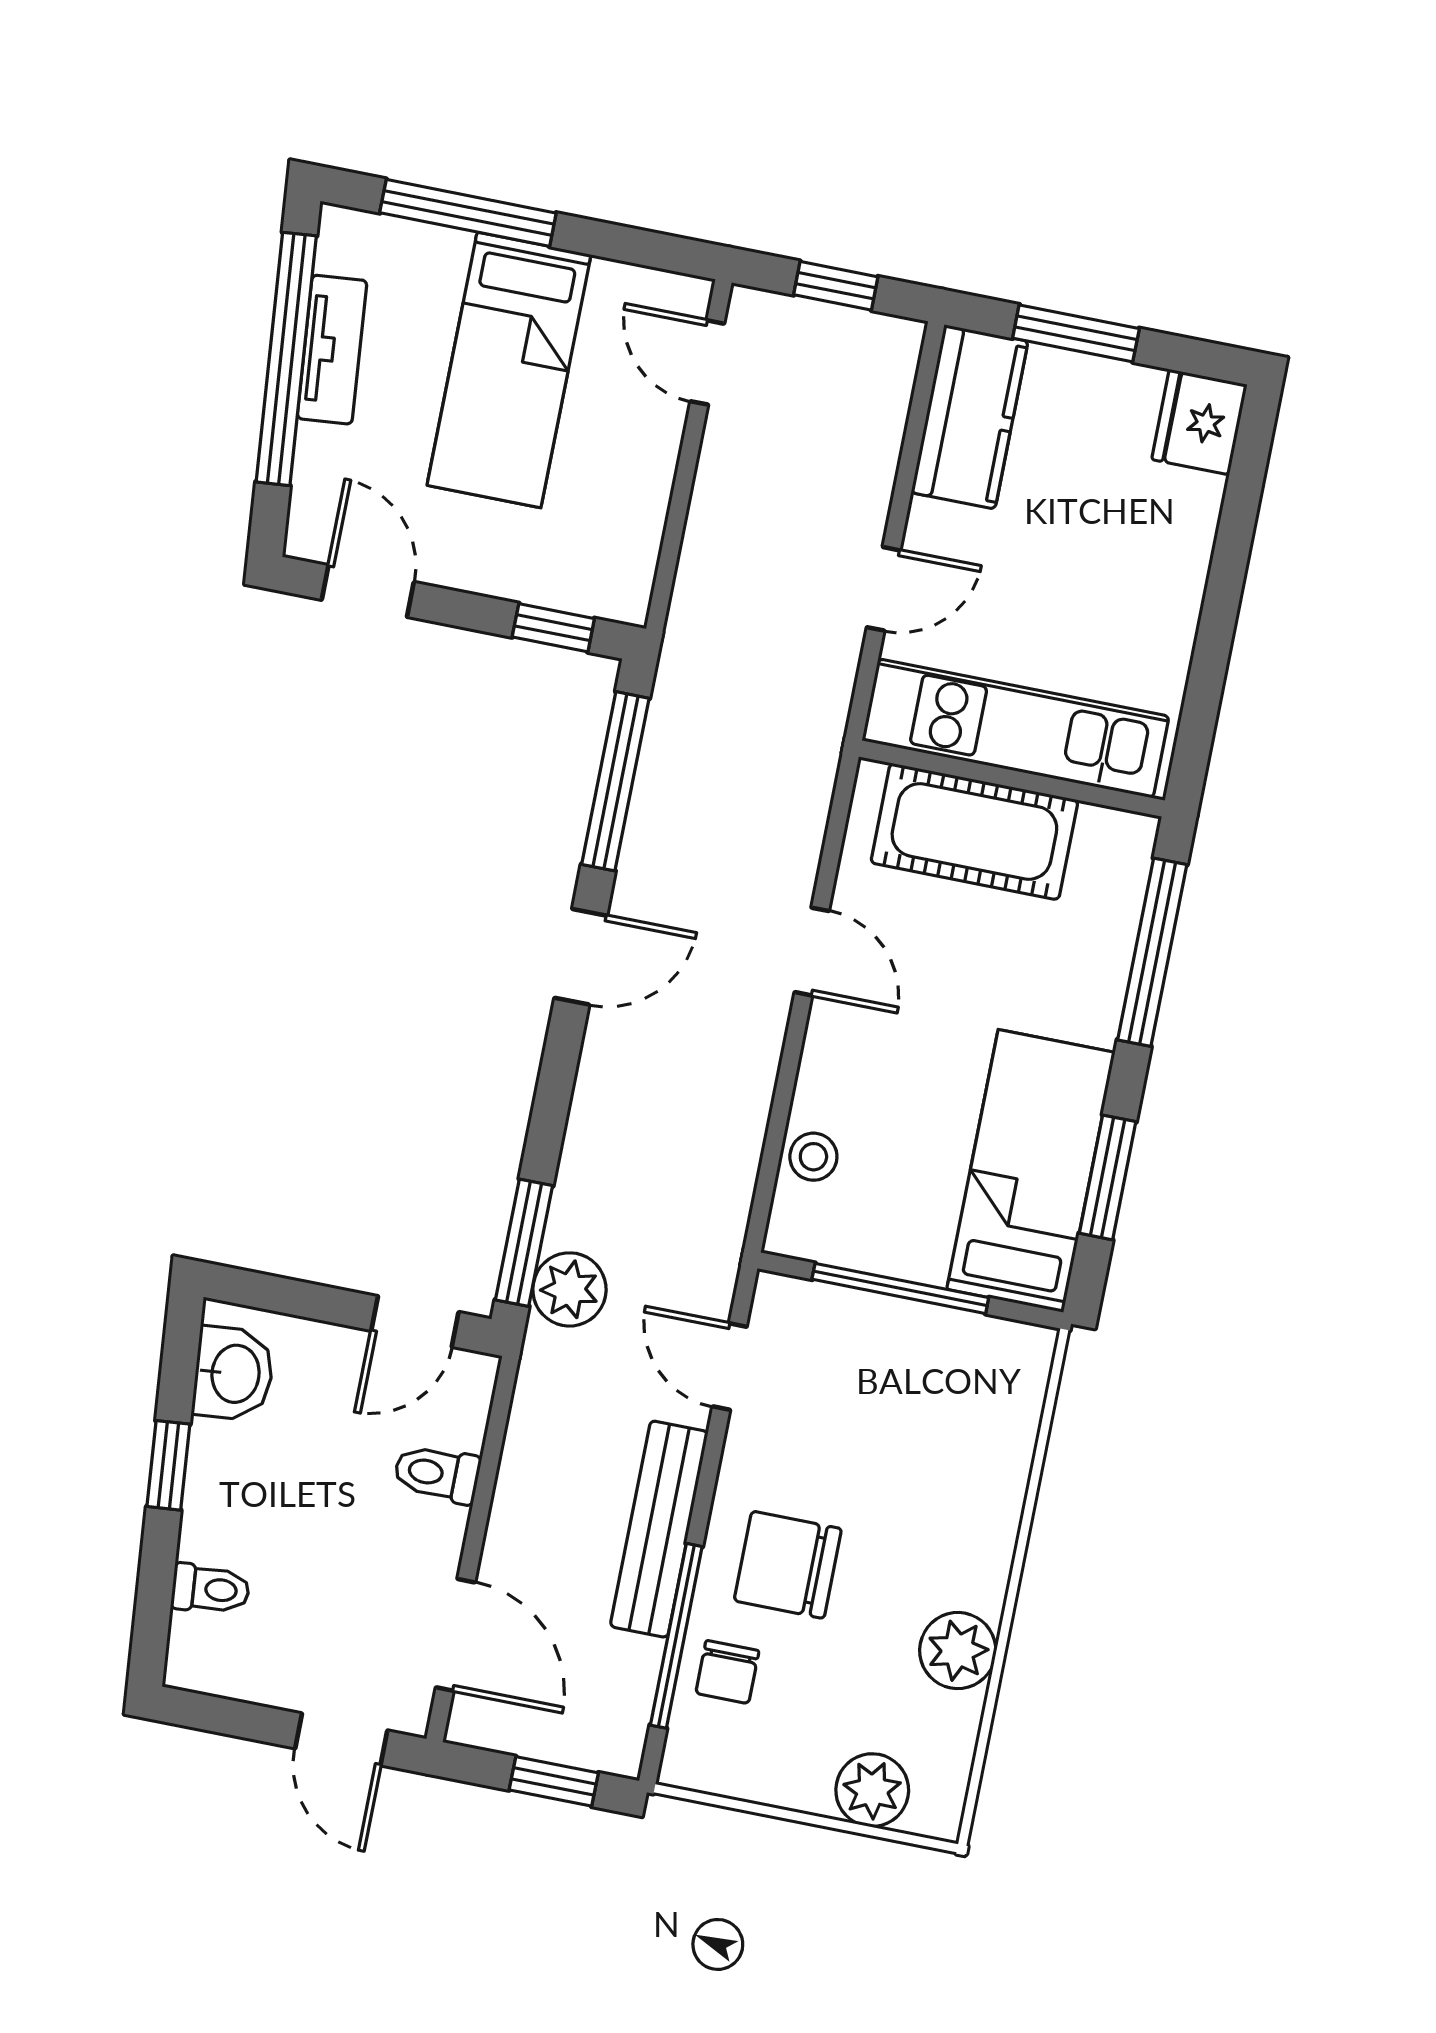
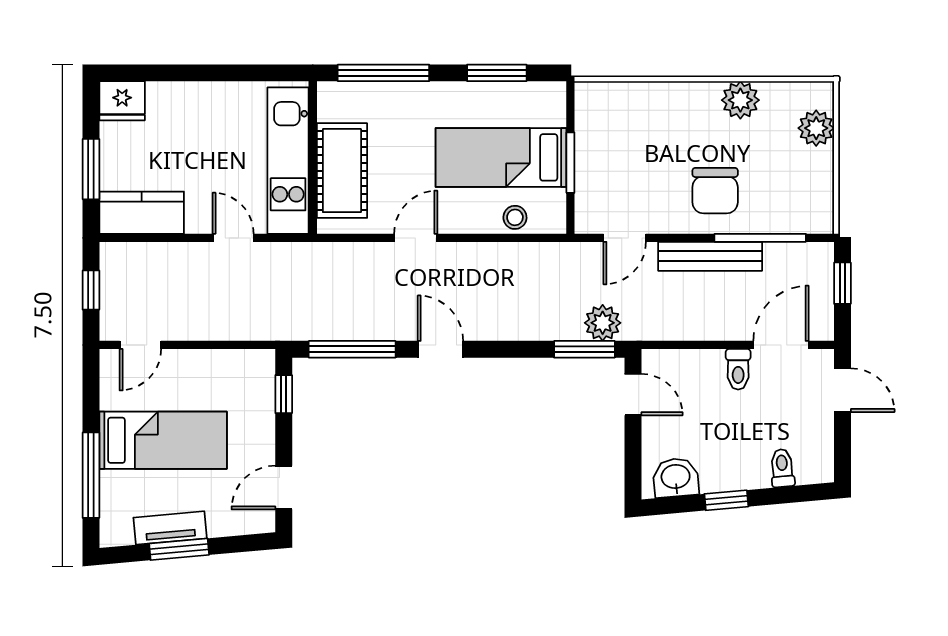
window: (286, 359) -> (179, 549), width x0.47
bed: (1031, 1171) -> (501, 157), moved
window: (900, 1288) -> (570, 163), width x0.69
toilet: (437, 1474) -> (738, 369), moved
chair: (727, 1672) -> (773, 210), removed
door: (341, 1739) -> (842, 390), hinge flipped

